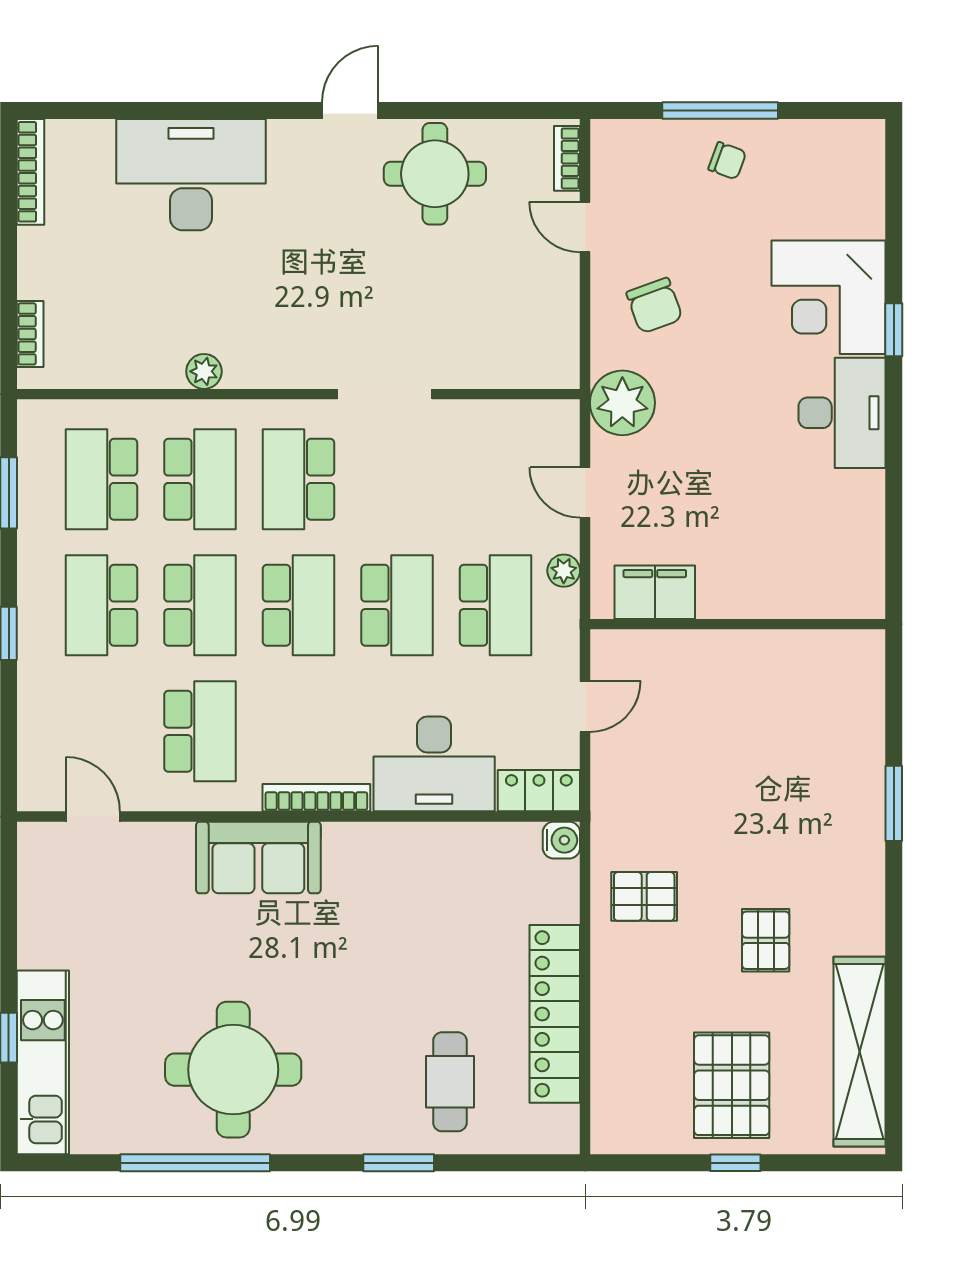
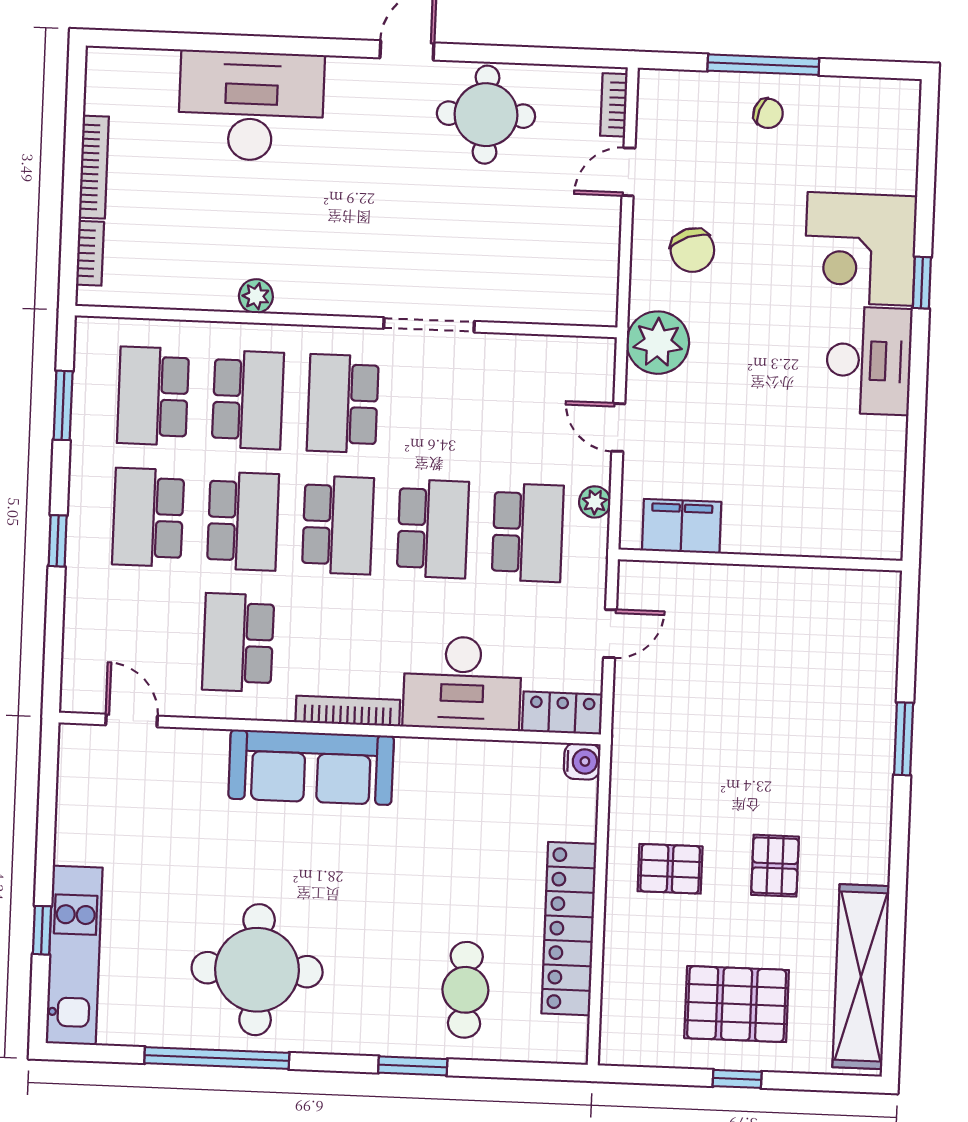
bookcase: (31, 172) -> (94, 167), moved
door: (585, 227) -> (629, 172), hinge flipped
school desk: (200, 731) -> (238, 643), turned 180
sofa: (258, 858) -> (311, 767), width x1.36
pallet: (644, 896) -> (670, 869), moved
pallet: (732, 1085) -> (737, 1004), turned 90

